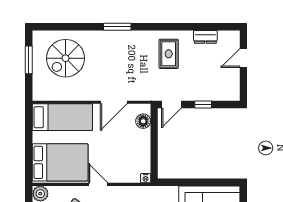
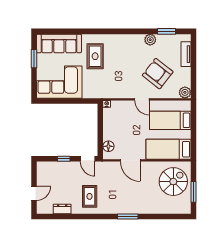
spiral stairs: (66, 58) -> (173, 182), moved
door: (114, 102) -> (130, 160), swing flipped
door: (171, 104) -> (88, 159), swing flipped
bed: (60, 162) -> (170, 120), width x0.67

